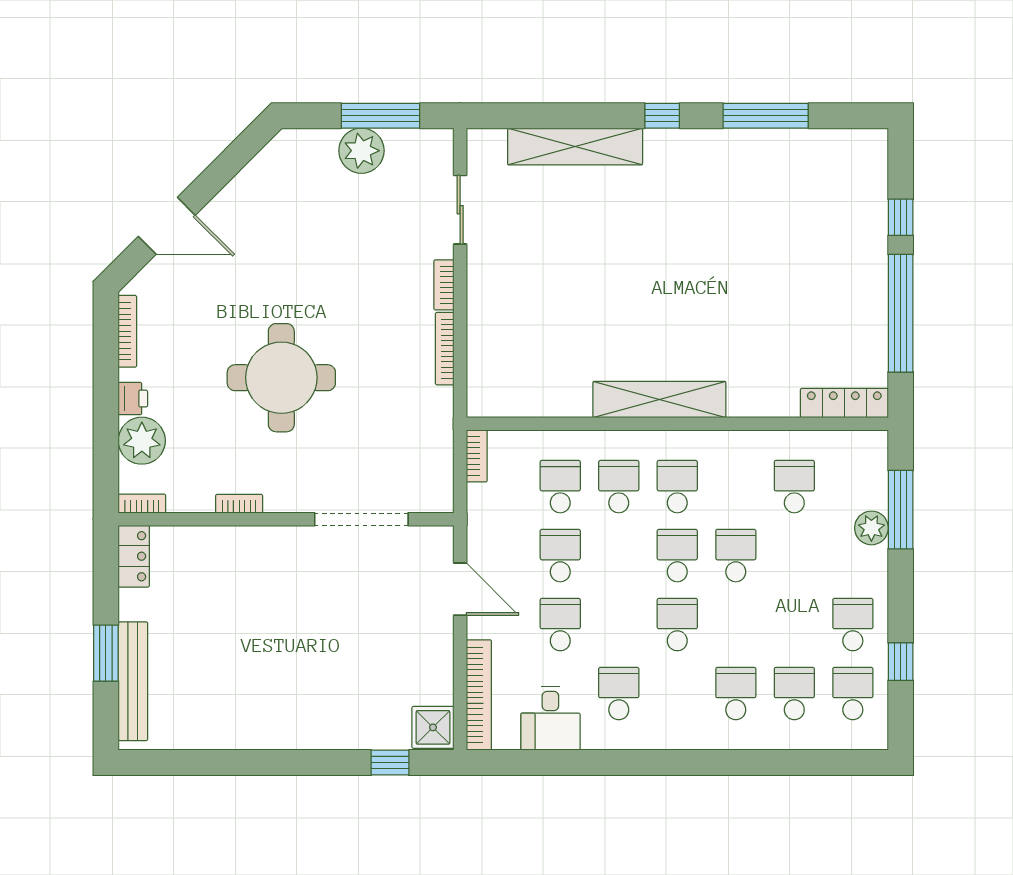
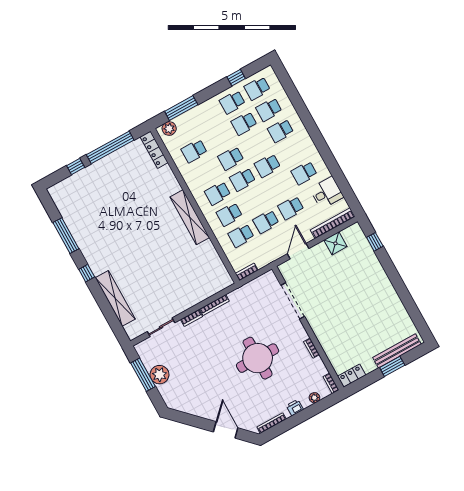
plant: (142, 441) -> (314, 398), width x0.53, depth x0.53
plant: (871, 528) -> (169, 128), moved
school desk: (794, 625) -> (244, 123), added
shower: (433, 727) -> (335, 243), moved

